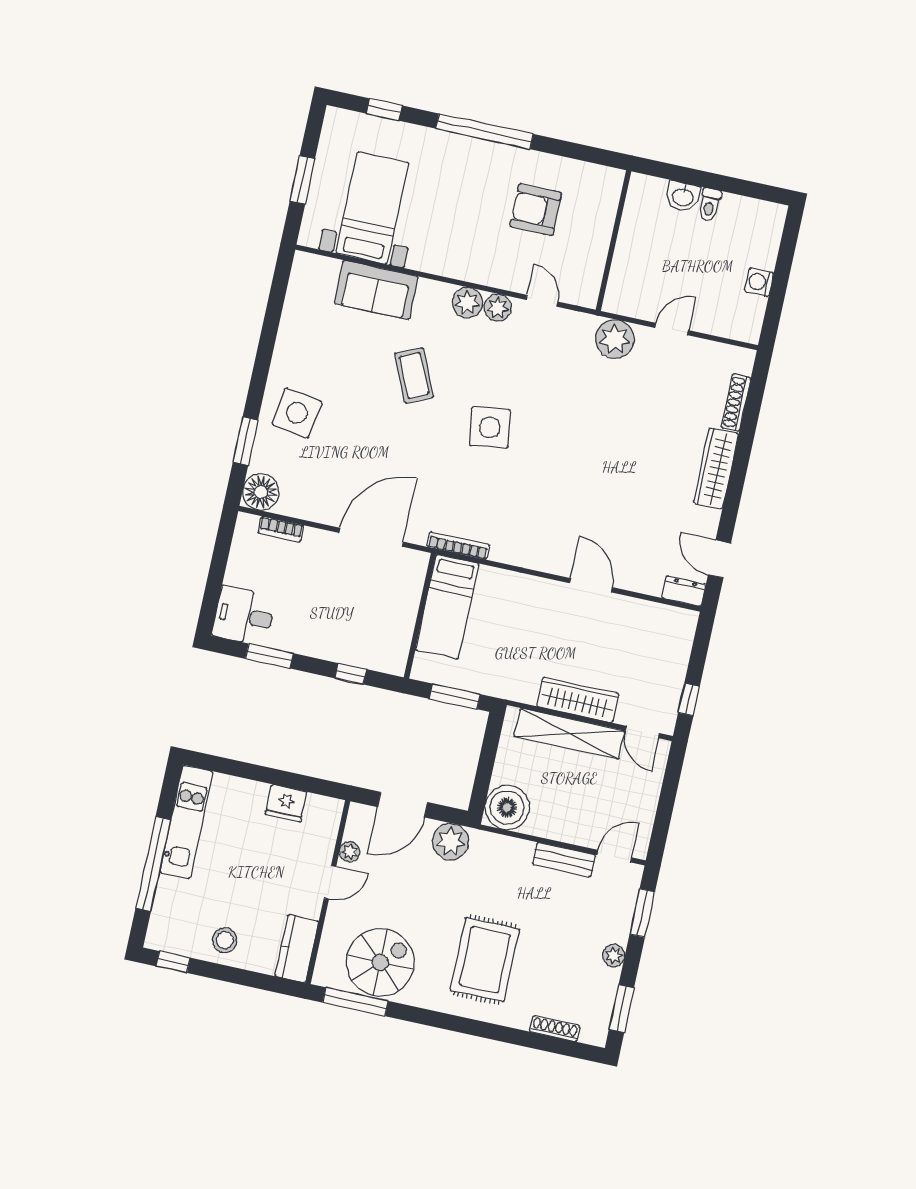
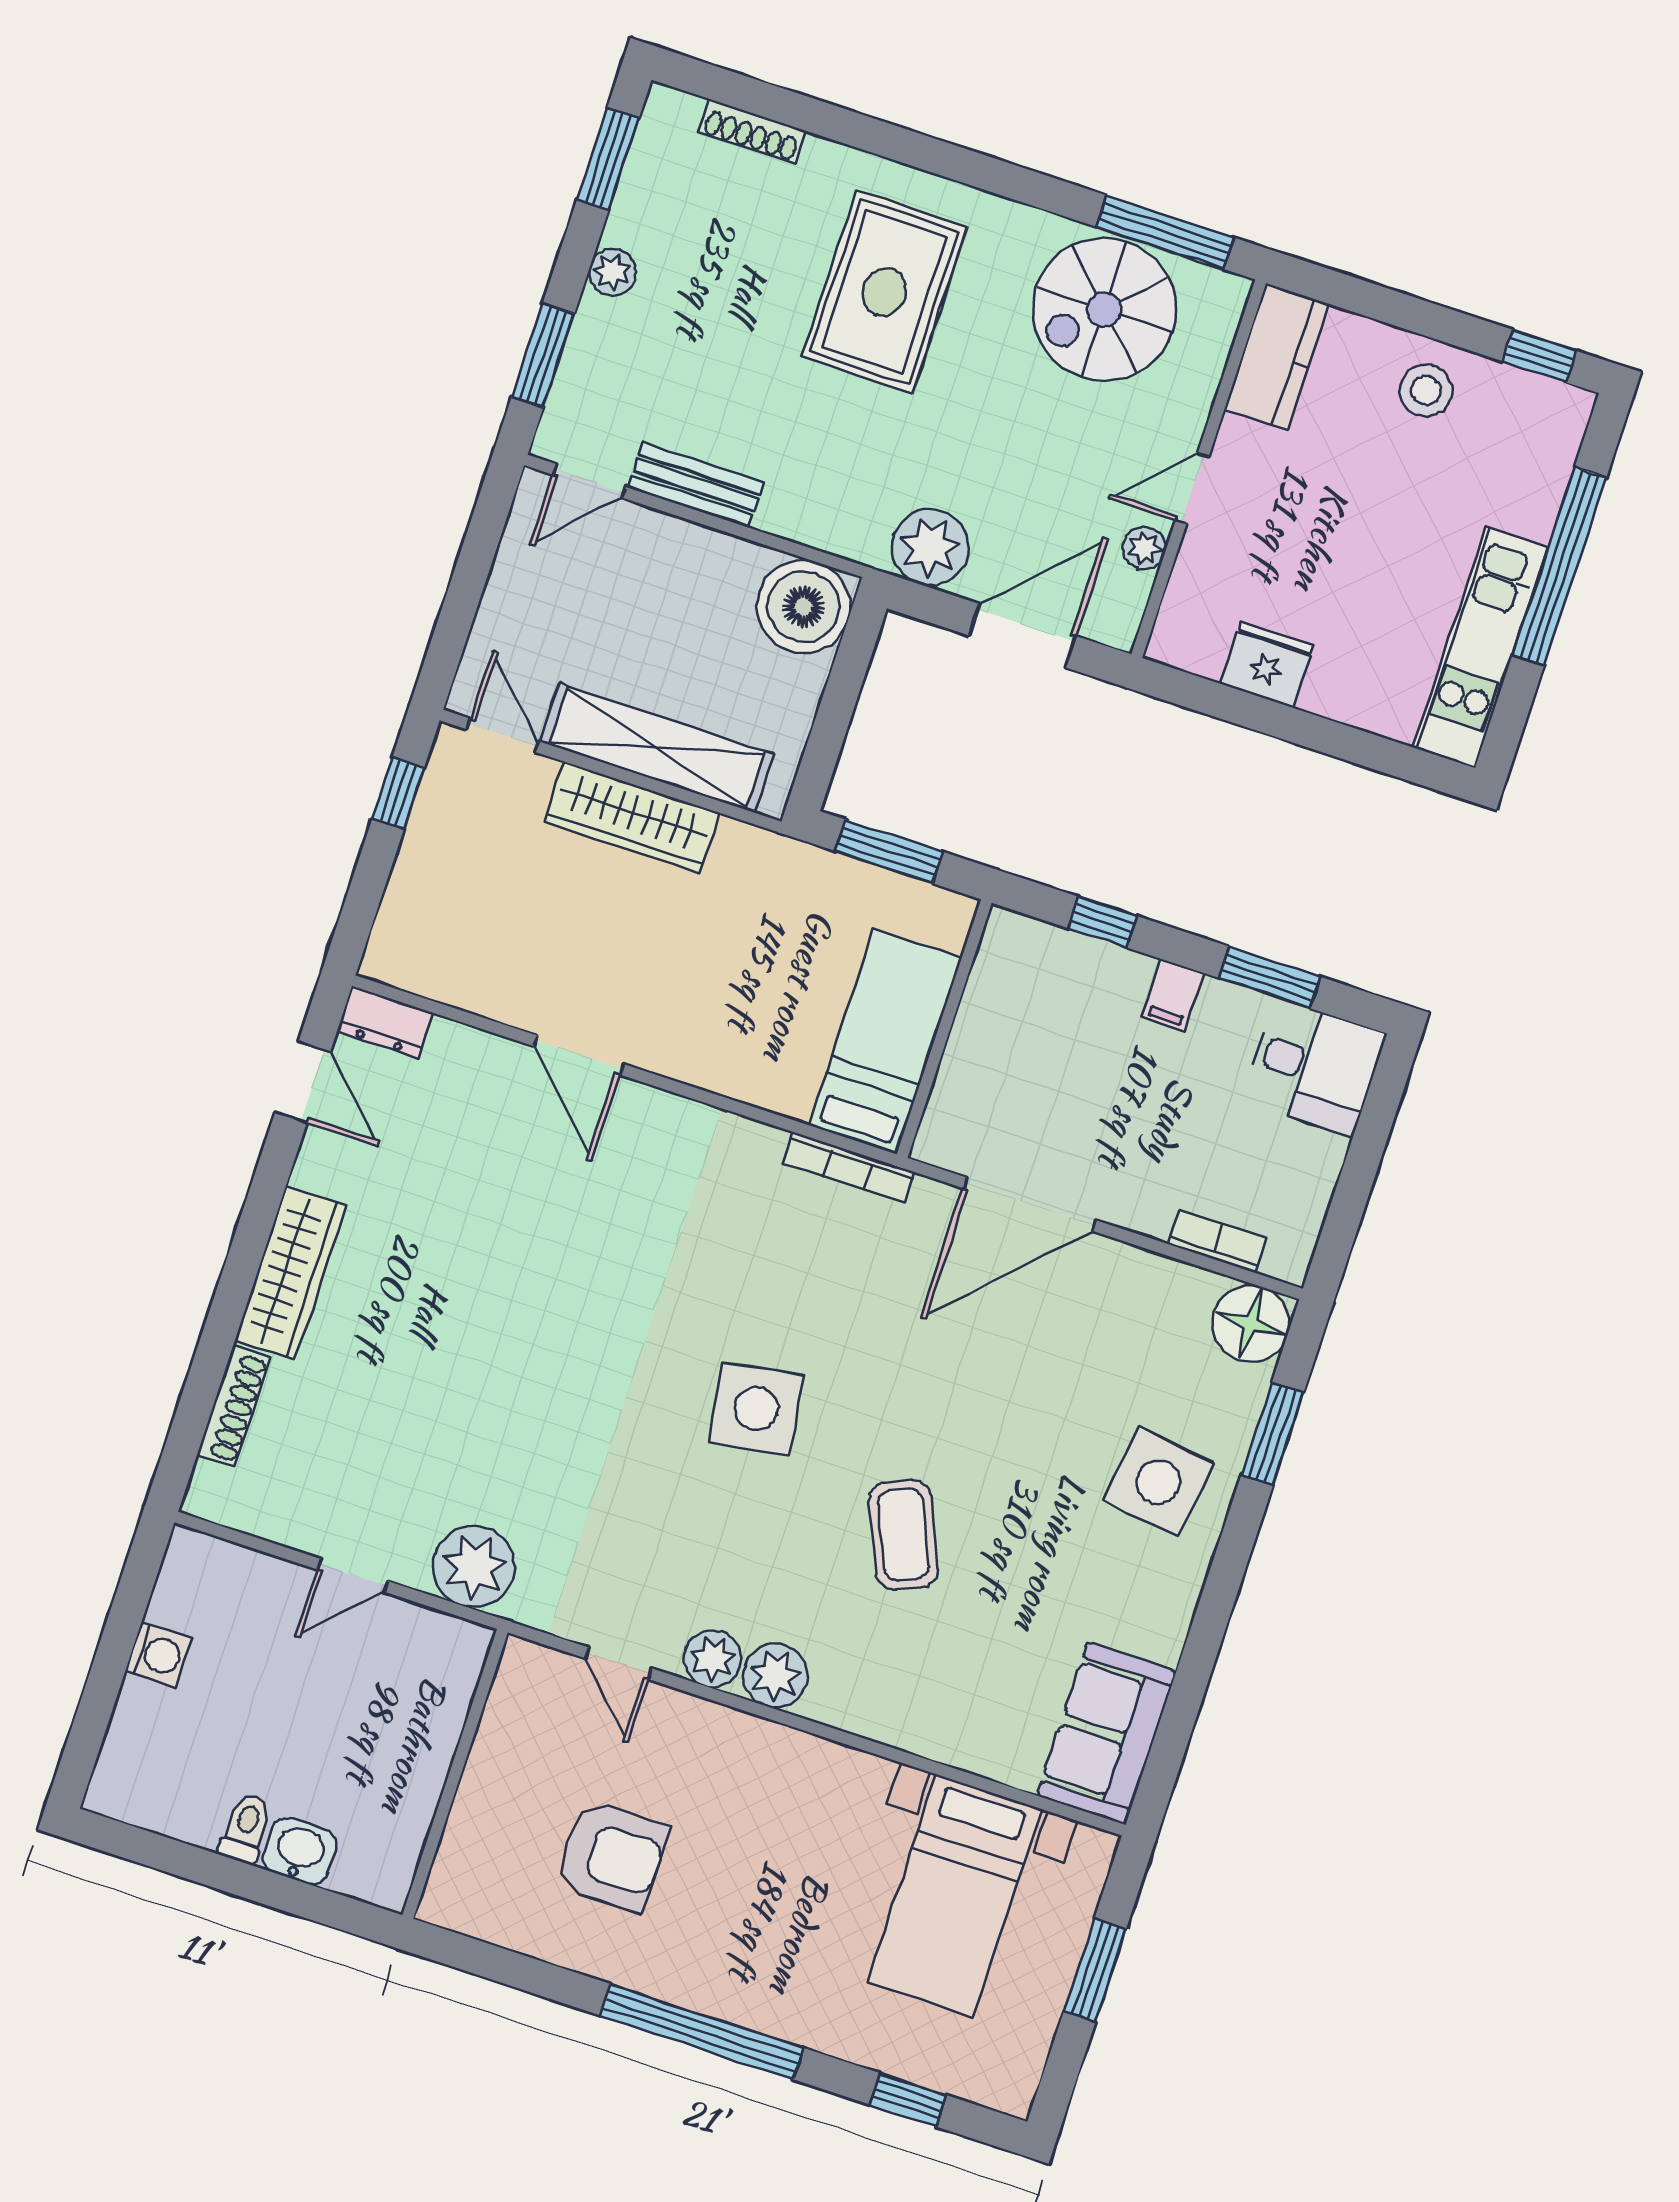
sofa: (376, 290) -> (1107, 1733), moved, turned -90
filing cabinet: (314, 643) -> (1173, 995), added

